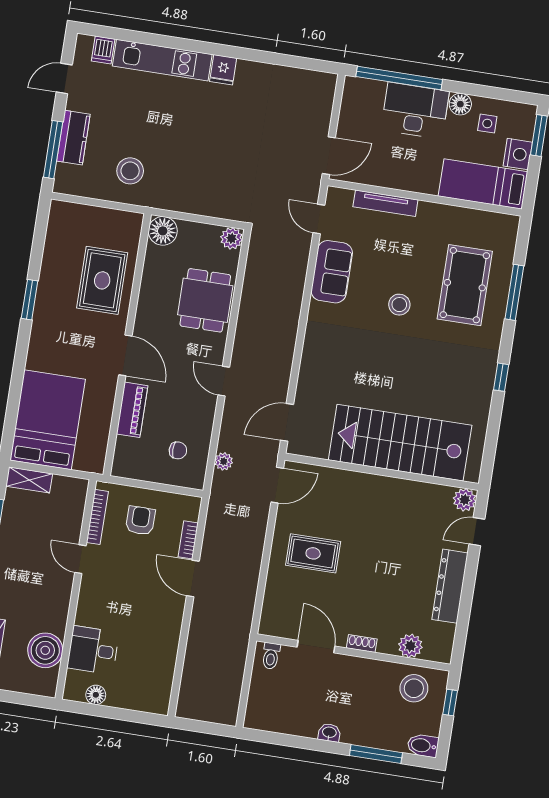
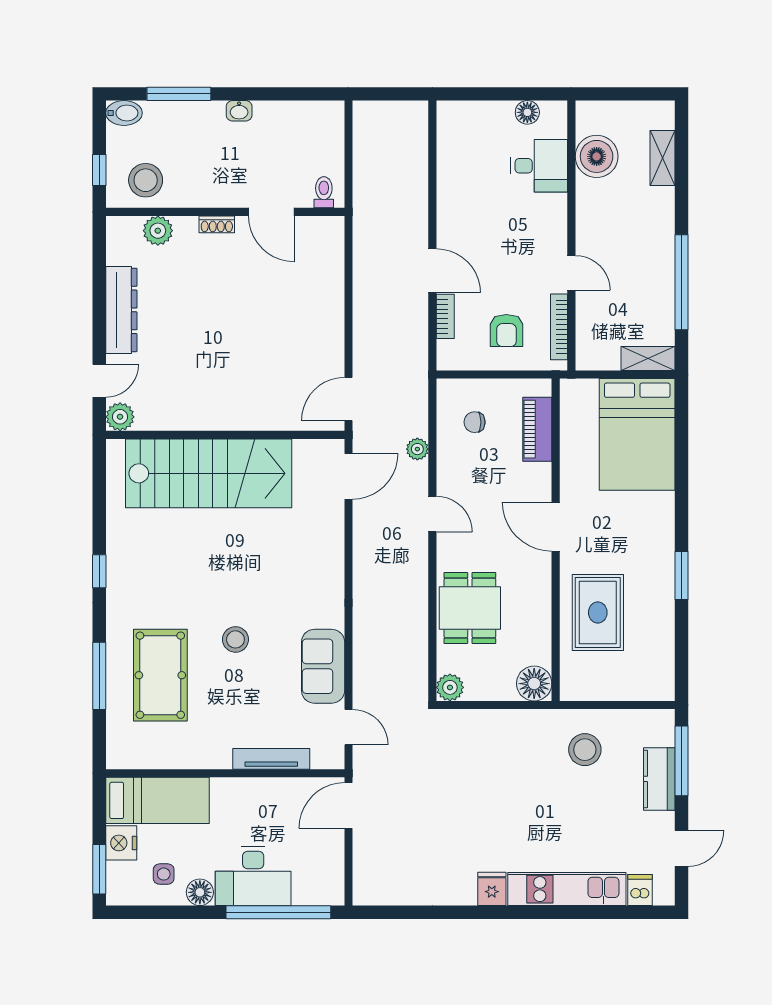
piano: (132, 410) -> (537, 429), moved
plant: (224, 461) -> (417, 449), moved
rug: (313, 553) -> (292, 324), removed

